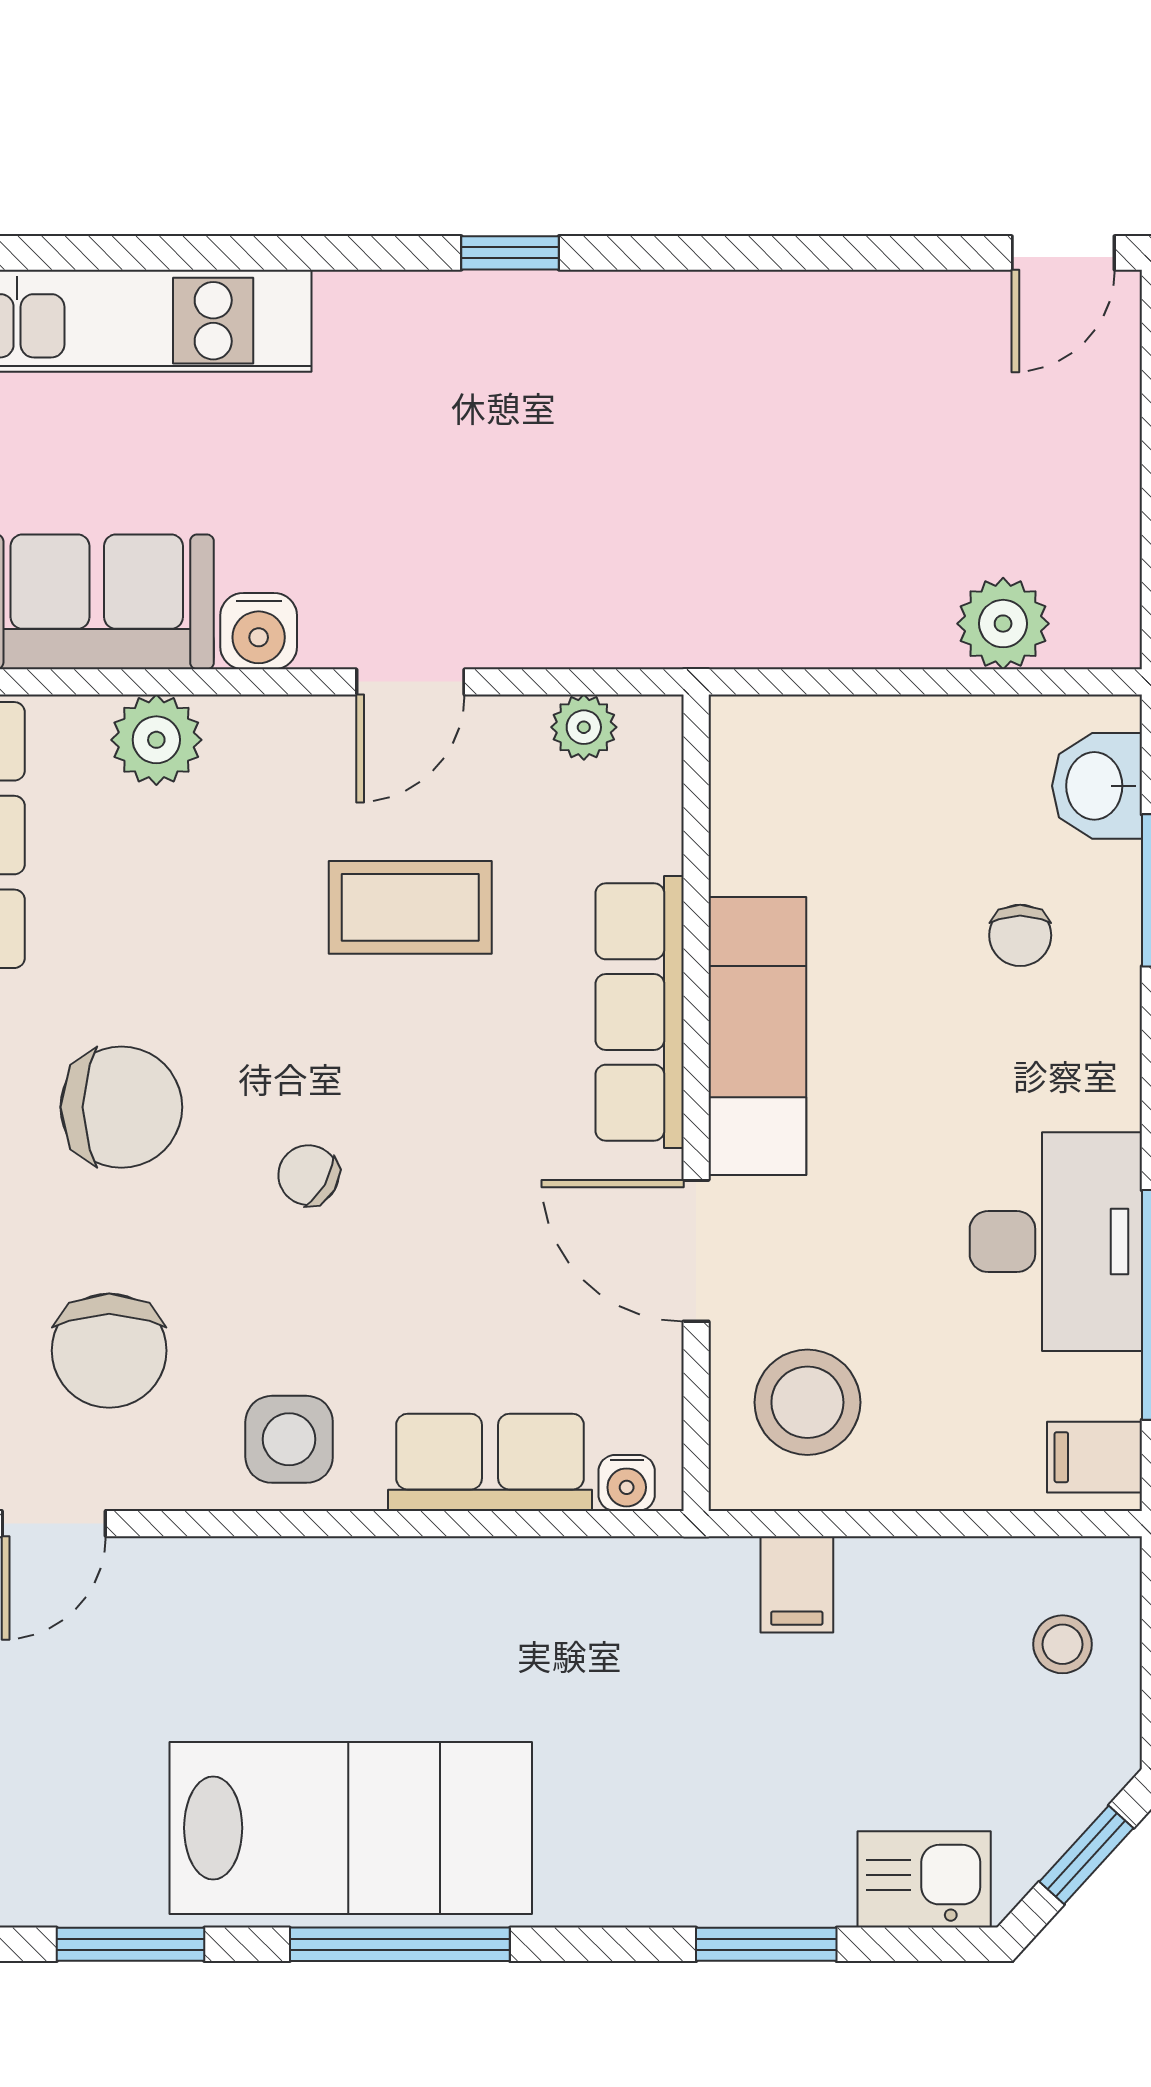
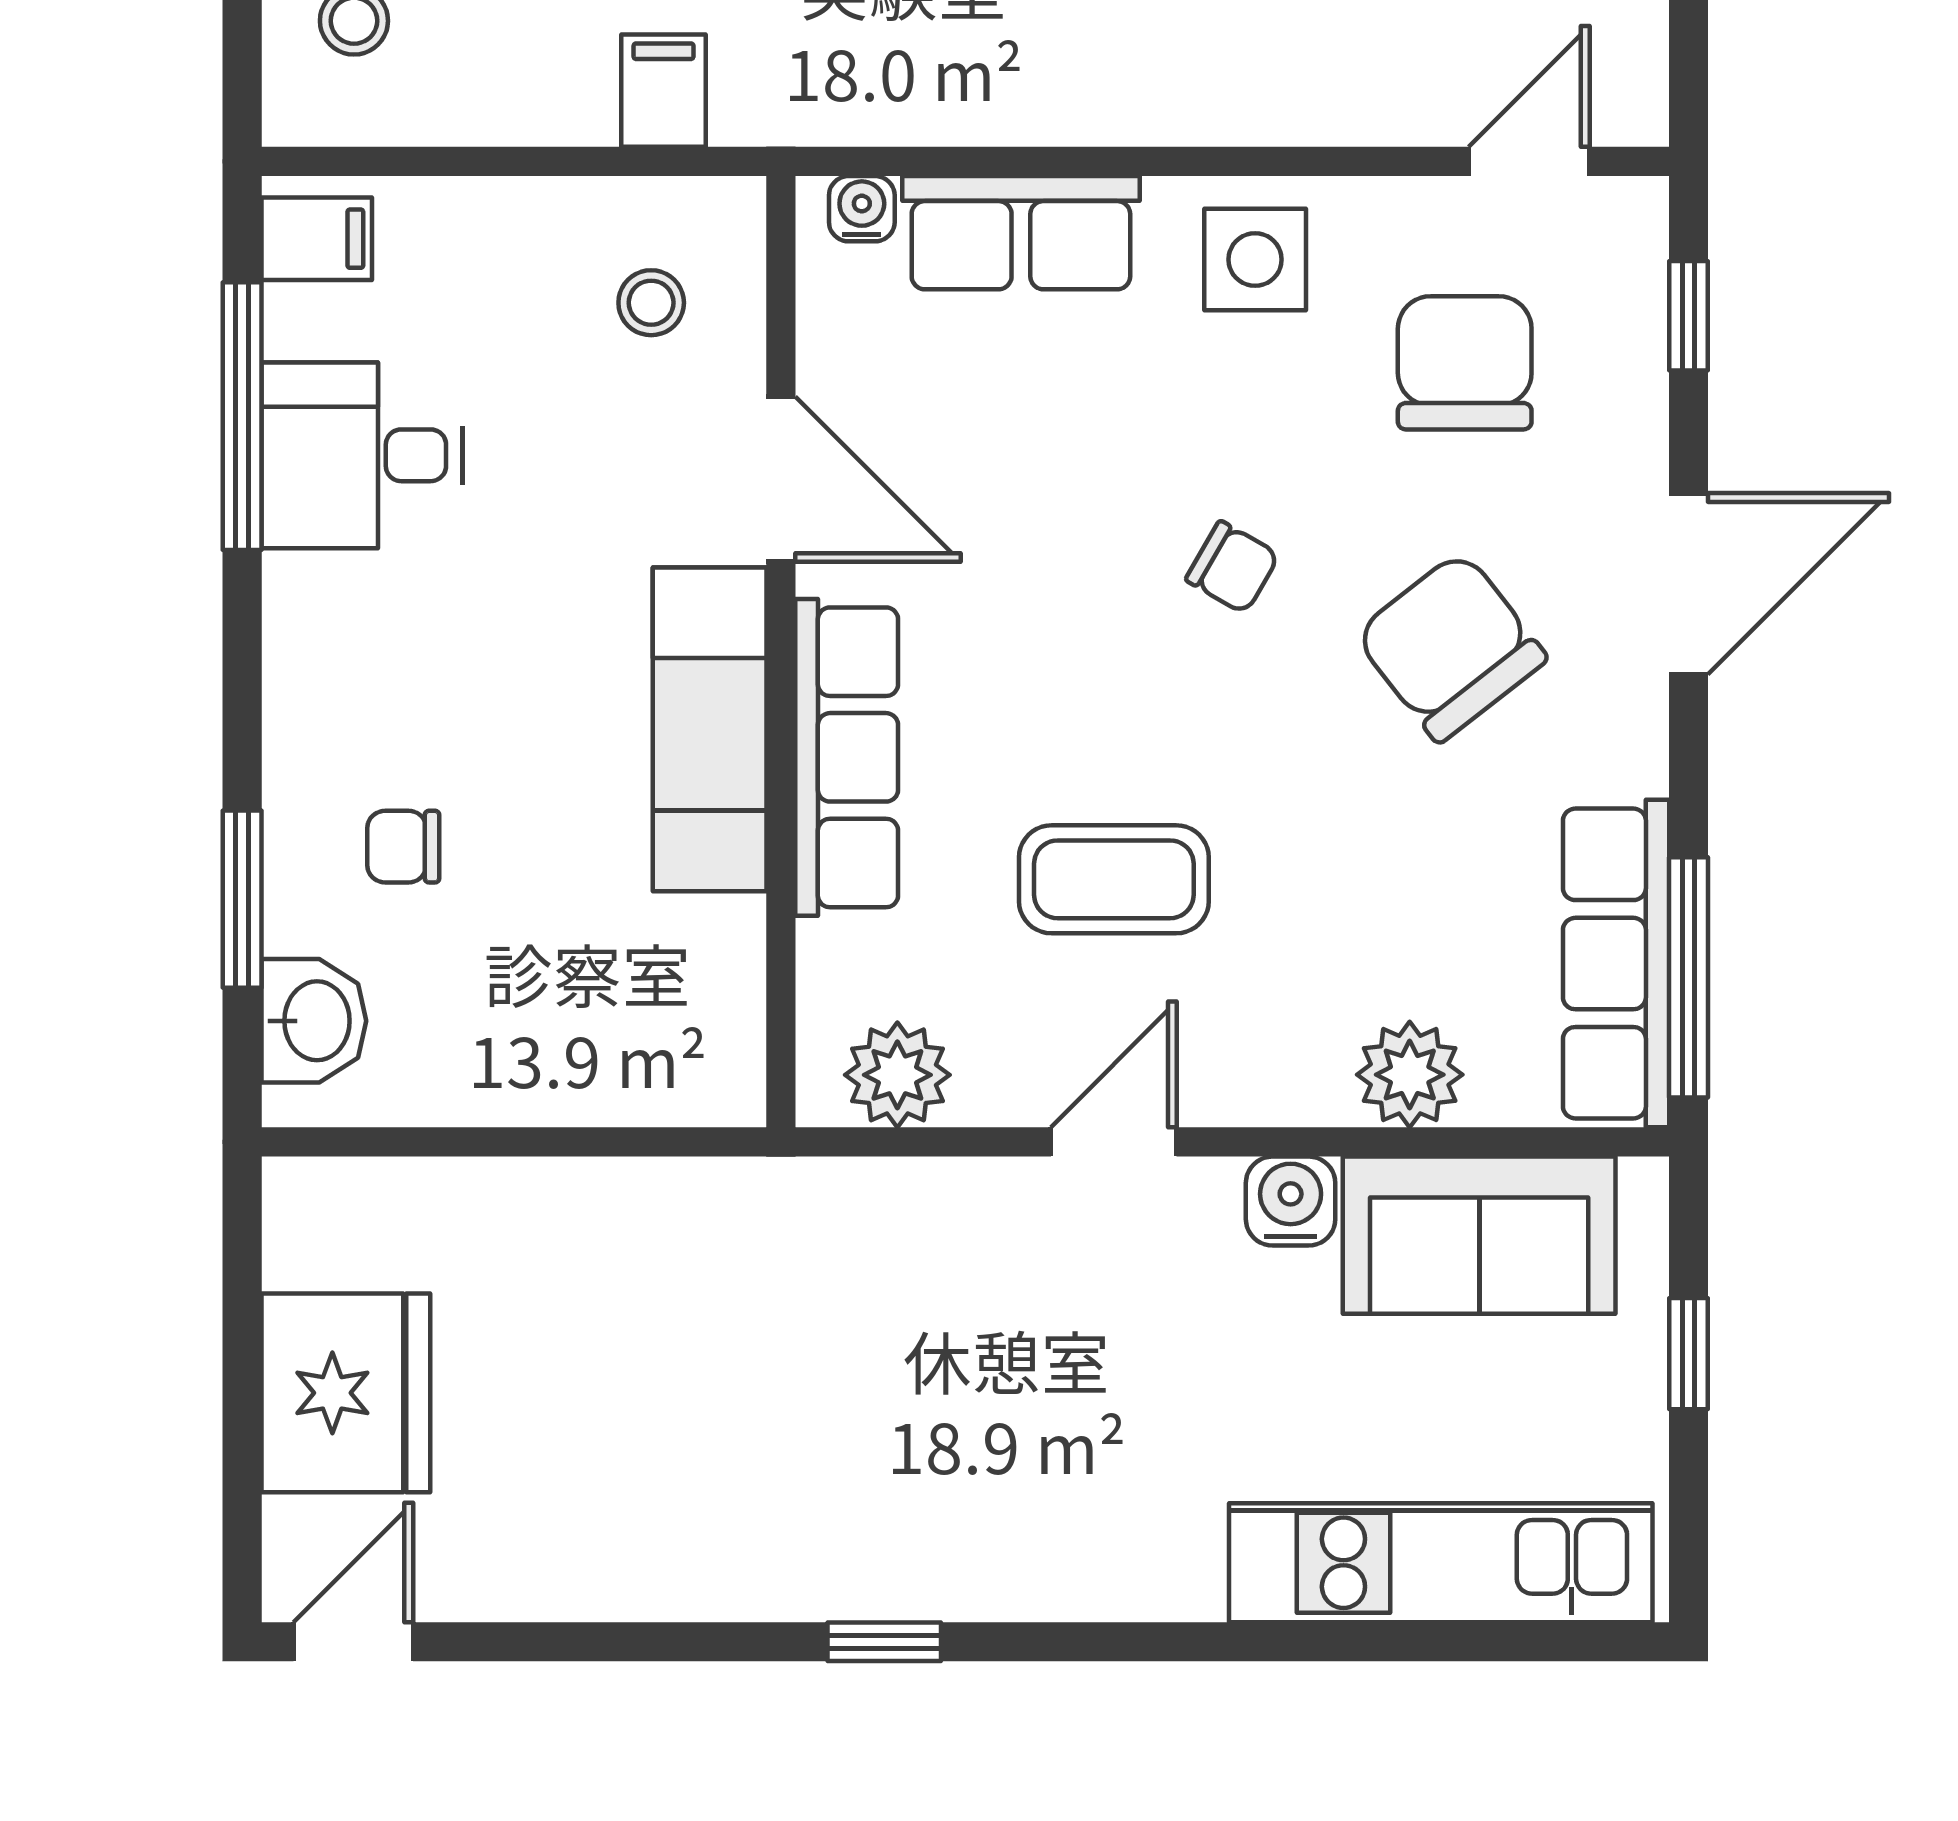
window: (510, 253) -> (884, 1642), moved
fridge: (1070, 466) -> (346, 1393), added
plant: (1003, 624) -> (423, 1210), removed
plant: (584, 727) -> (897, 1075), width x1.38, depth x1.38
chair: (1020, 935) -> (403, 847), turned -90
chair: (121, 1107) -> (1450, 647), turned 52
desk: (1056, 1242) -> (362, 455), width x0.73
stool: (807, 1402) -> (651, 303), width x0.53, depth x0.53

